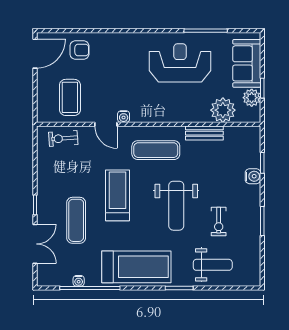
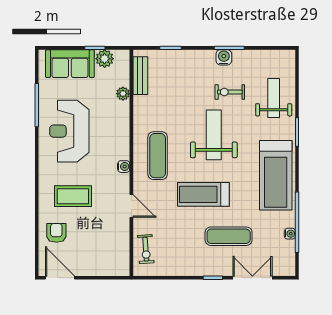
coffee table: (70, 97) -> (73, 196), moved
plant: (223, 110) -> (123, 94), width x0.53, depth x0.53
water cooler: (124, 117) -> (124, 167), moved
door: (106, 124) -> (131, 206), hinge flipped
bench: (204, 133) -> (140, 76), moved
water cooler: (253, 176) -> (224, 57), moved
weight bench: (176, 206) -> (214, 135), turned -90
exercise bike: (219, 222) -> (230, 92), turned 180
treadmill: (136, 267) -> (276, 175), turned 180

